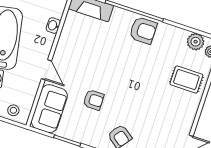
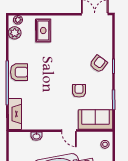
armchair: (143, 30) -> (19, 72), turned 90
door: (46, 70) -> (69, 131), swing flipped

